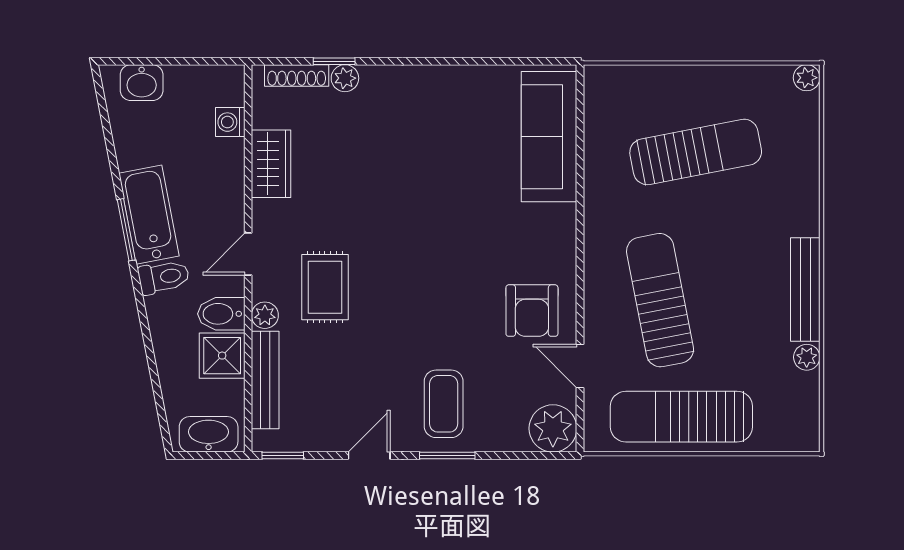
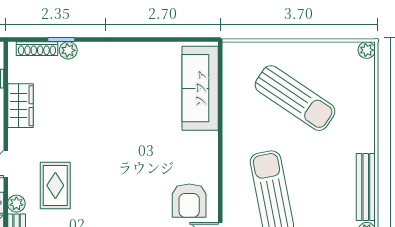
sun lounger: (696, 152) -> (295, 98), turned 45

